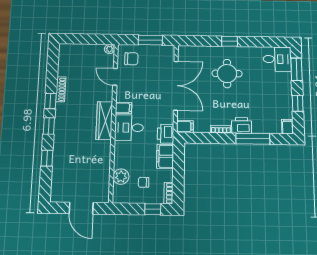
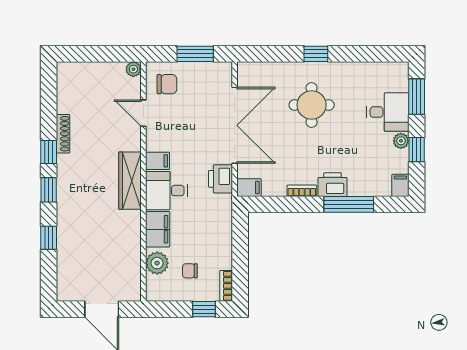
desk: (277, 59) -> (388, 112), moved
plant: (287, 97) -> (401, 141), added
printer: (166, 134) -> (220, 179), moved
filing cabinet: (165, 156) -> (158, 229), moved, turned 180

